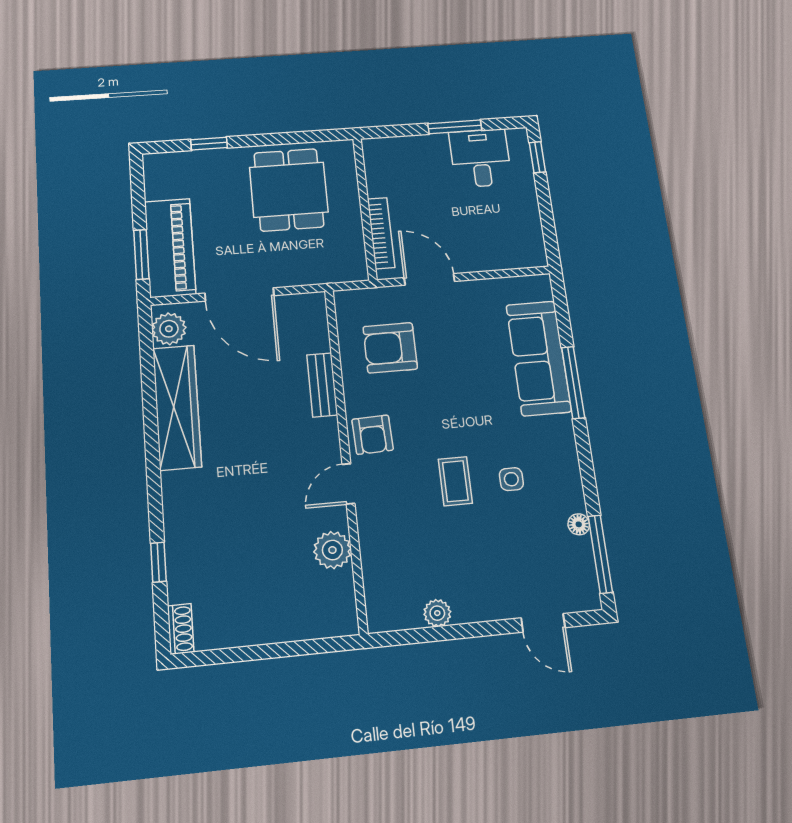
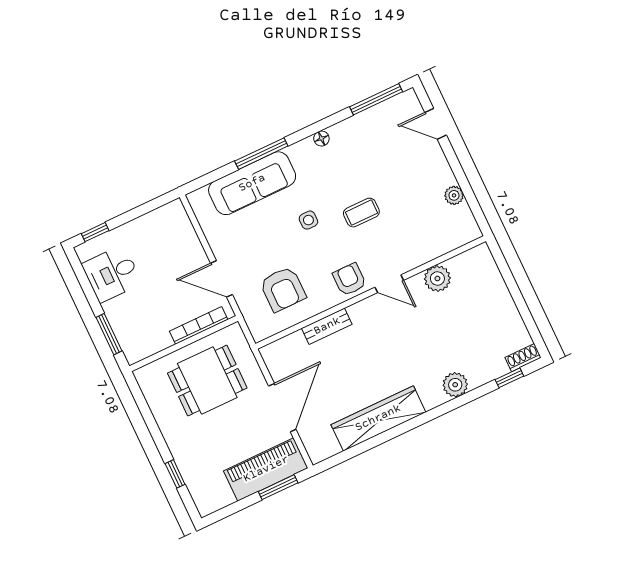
window: (455, 127) -> (109, 334), moved
dining table: (289, 190) -> (207, 381), moved
door: (429, 279) -> (221, 279), hinge flipped
plant: (169, 329) -> (455, 385), moved
armchair: (373, 435) -> (349, 279), turned -88
side table: (511, 479) -> (308, 220), moved
floor lamp: (579, 524) -> (321, 138), moved
window: (158, 562) -> (509, 378), moved
door: (543, 623) -> (436, 124), swing flipped

